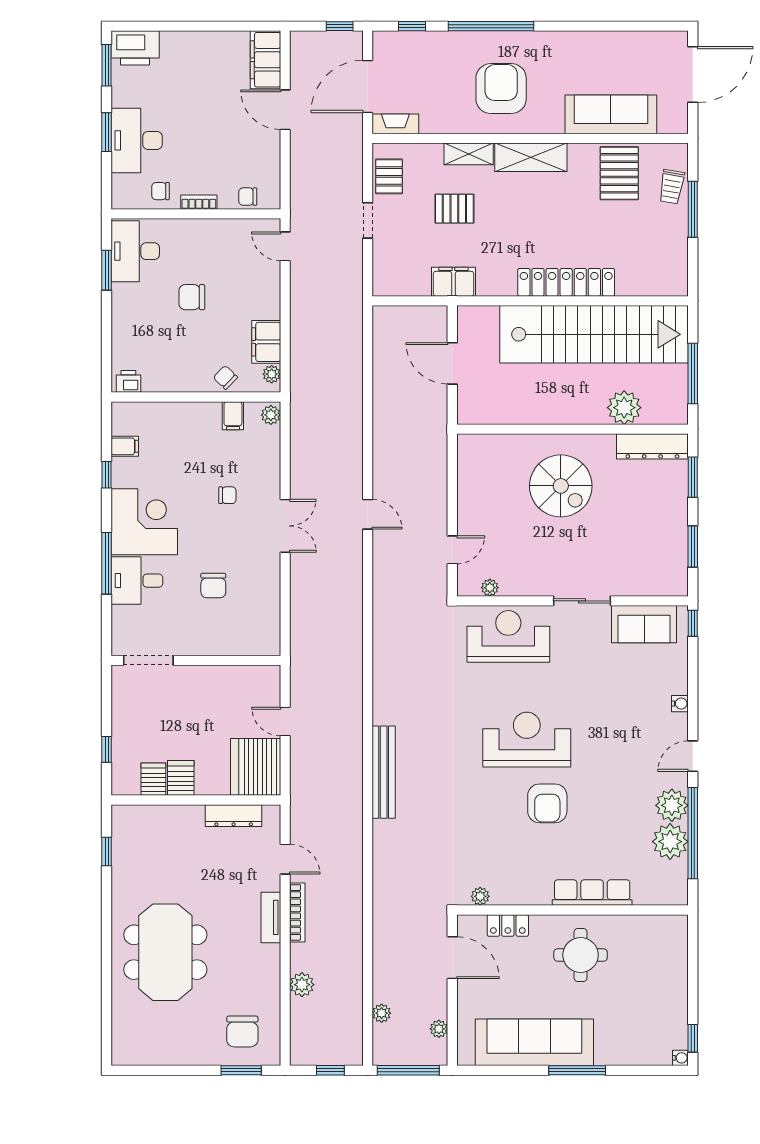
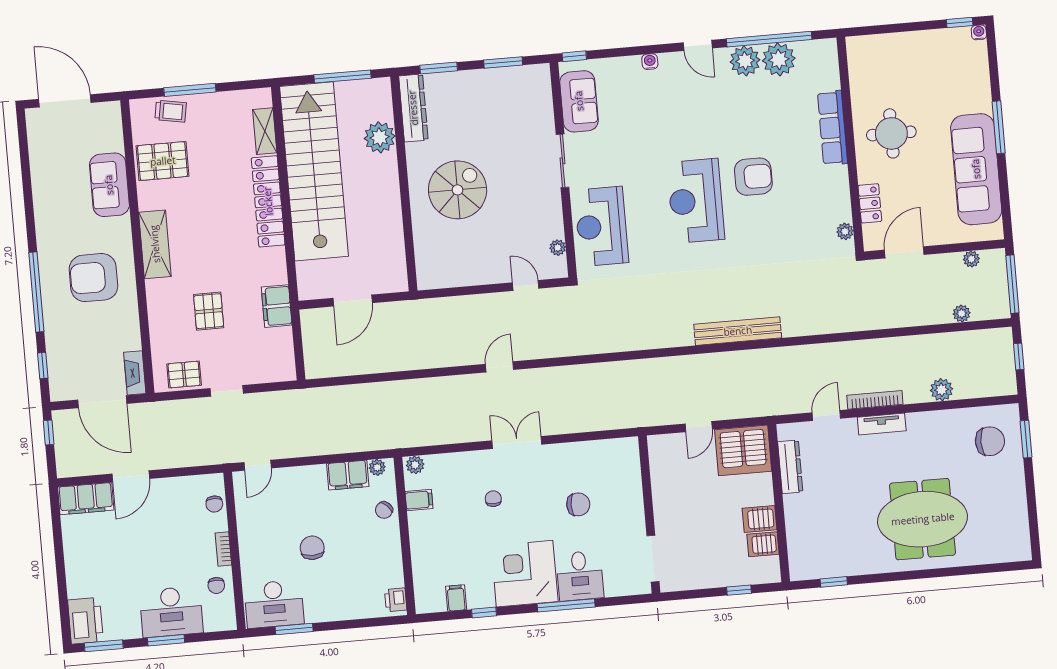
sofa: (611, 114) -> (109, 185), width x0.73
shelving: (469, 154) -> (265, 131), moved
chair: (192, 297) -> (312, 548), turned 180

